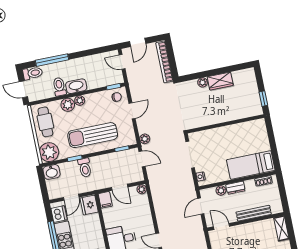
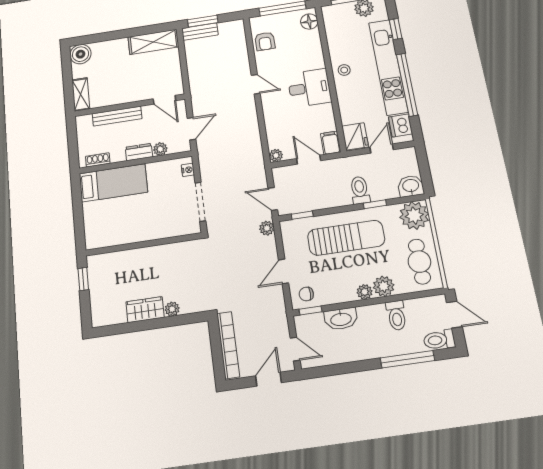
washbasin: (76, 86) -> (341, 319), moved

